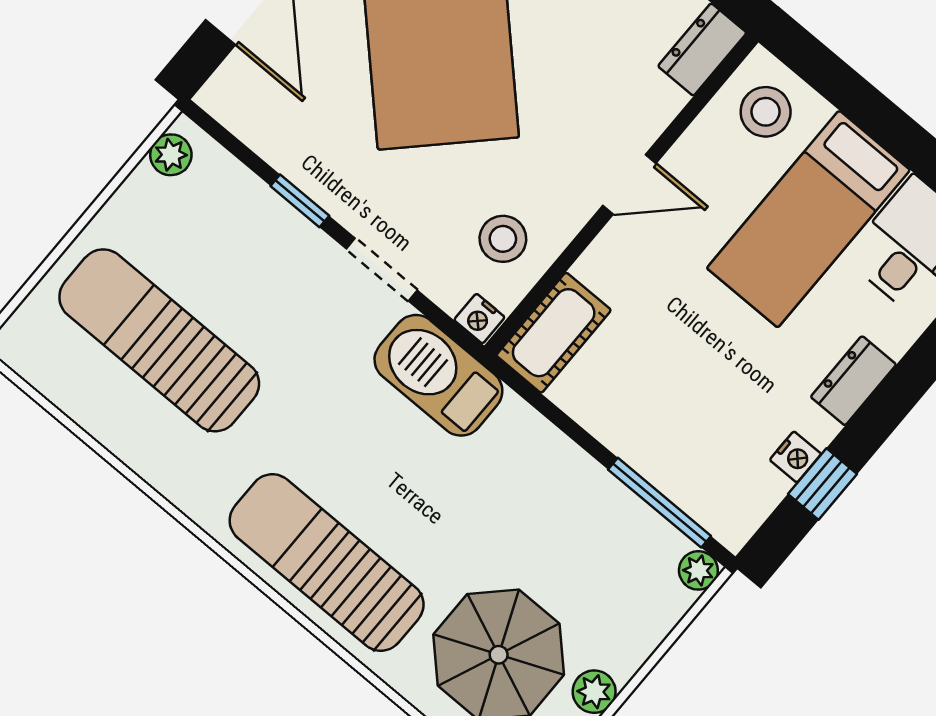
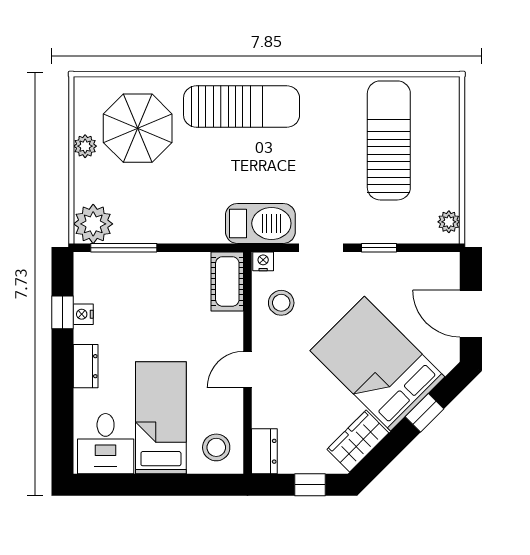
sun lounger: (159, 340) -> (389, 140), turned -90
plant: (698, 570) -> (93, 224), width x1.88, depth x1.88

